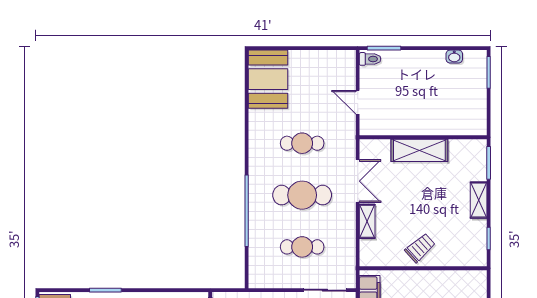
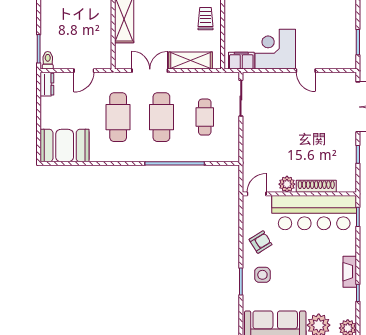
dresser: (341, 58) -> (47, 84), added
cafe table: (302, 143) -> (118, 117), width x1.37, depth x1.35
shelving: (367, 221) -> (191, 61), width x1.50, depth x1.33
trolley: (420, 248) -> (205, 19), turned 42

